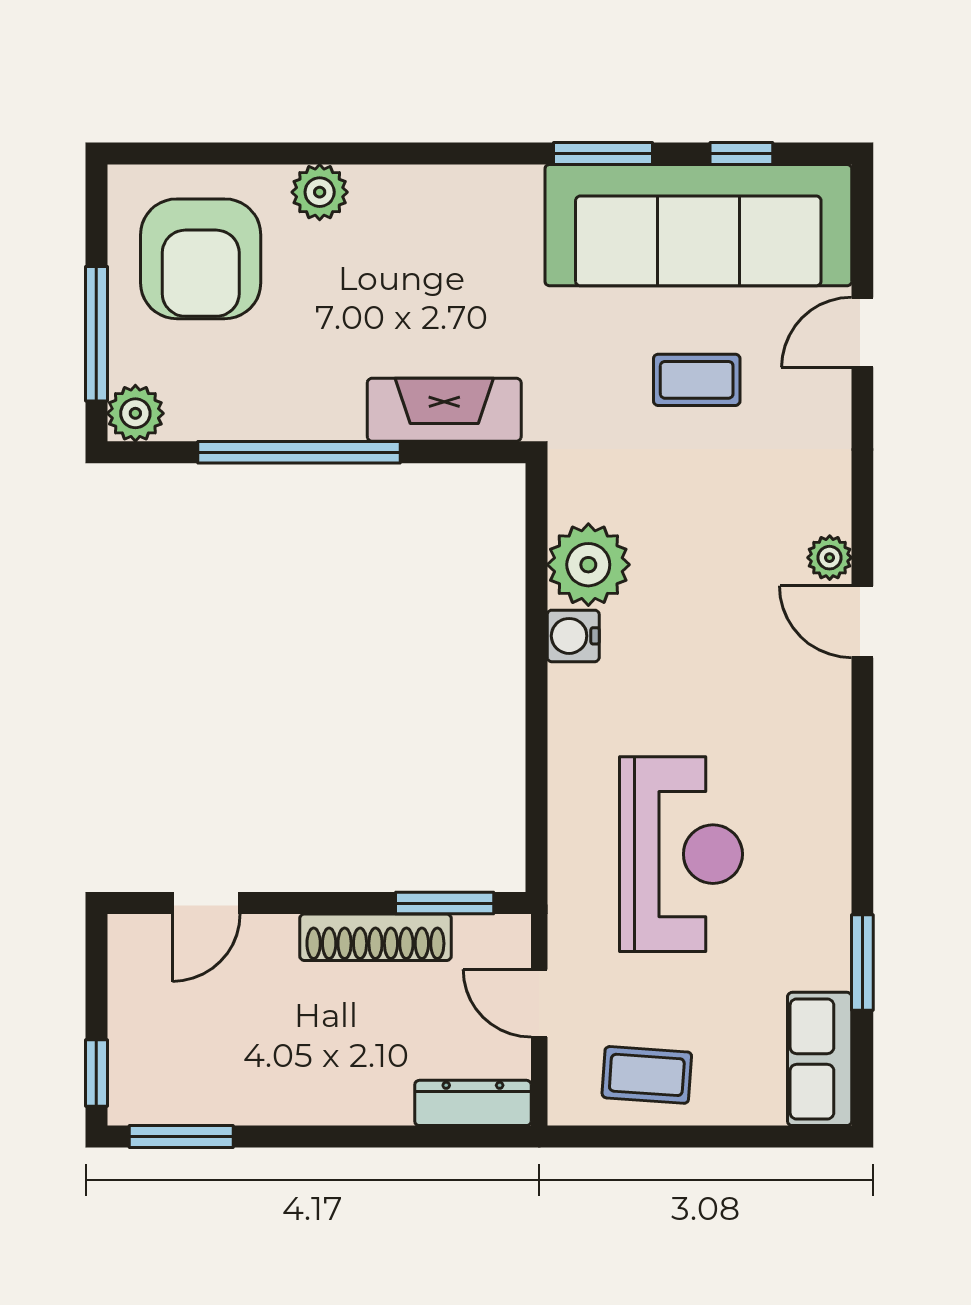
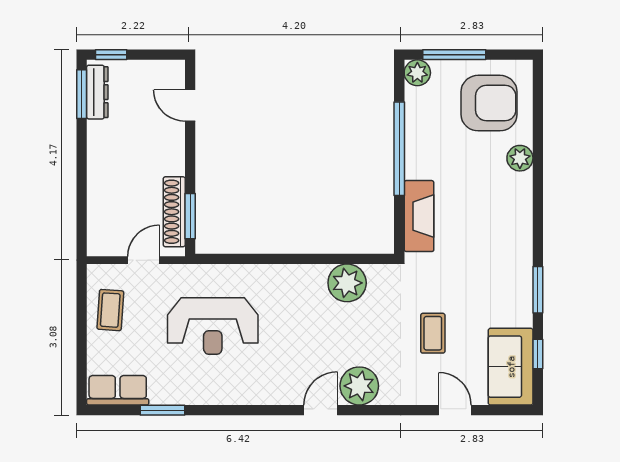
sofa: (698, 225) -> (511, 367), width x0.54, depth x0.79
armchair: (201, 259) -> (489, 103), turned 180
plant: (830, 558) -> (359, 386), width x1.87, depth x1.87
water cooler: (573, 636) -> (314, 276), removed
shoe rack: (375, 937) -> (174, 212), moved
dresser: (473, 1103) -> (97, 92), moved

